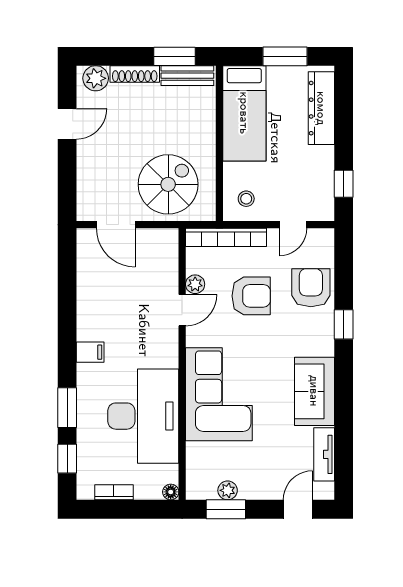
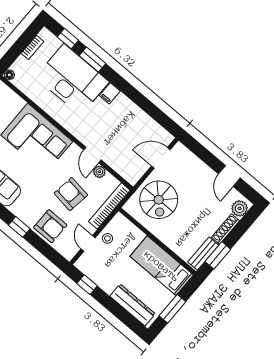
stool: (246, 199) -> (107, 238), moved
armchair: (251, 296) -> (71, 194), turned 98
desk: (143, 416) -> (72, 79), moved, turned 180

